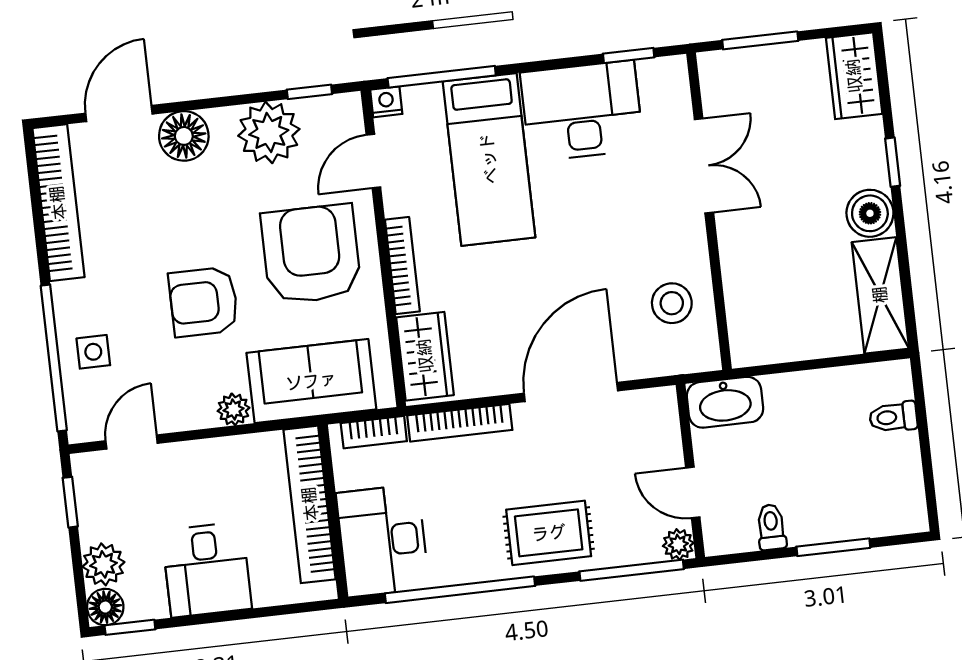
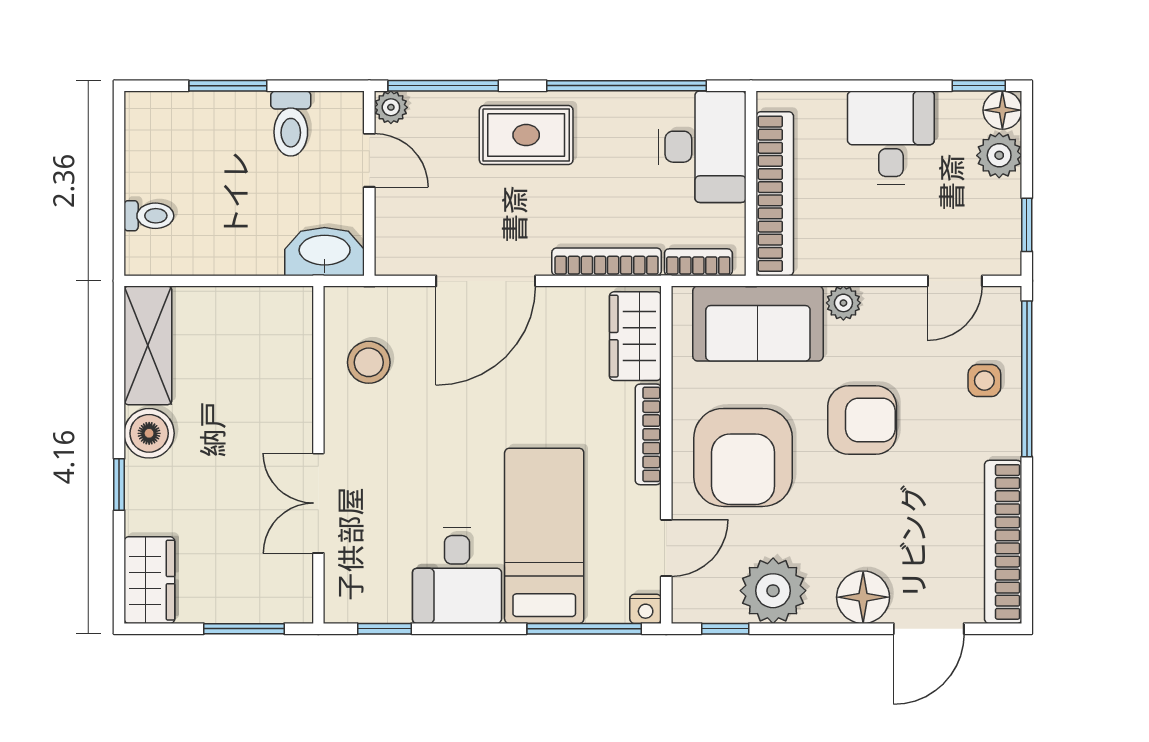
desk: (582, 111) -> (457, 576), width x0.73
toilet: (771, 527) -> (291, 124), width x1.37, depth x1.39

